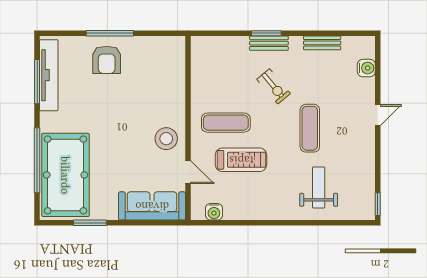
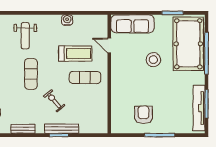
bench: (269, 43) -> (62, 129), width x1.36
armchair: (107, 60) -> (143, 115), moved
stool: (166, 139) -> (153, 60), moved
treadmill: (241, 160) -> (75, 54), turned 180
water cooler: (214, 212) -> (67, 20), moved

